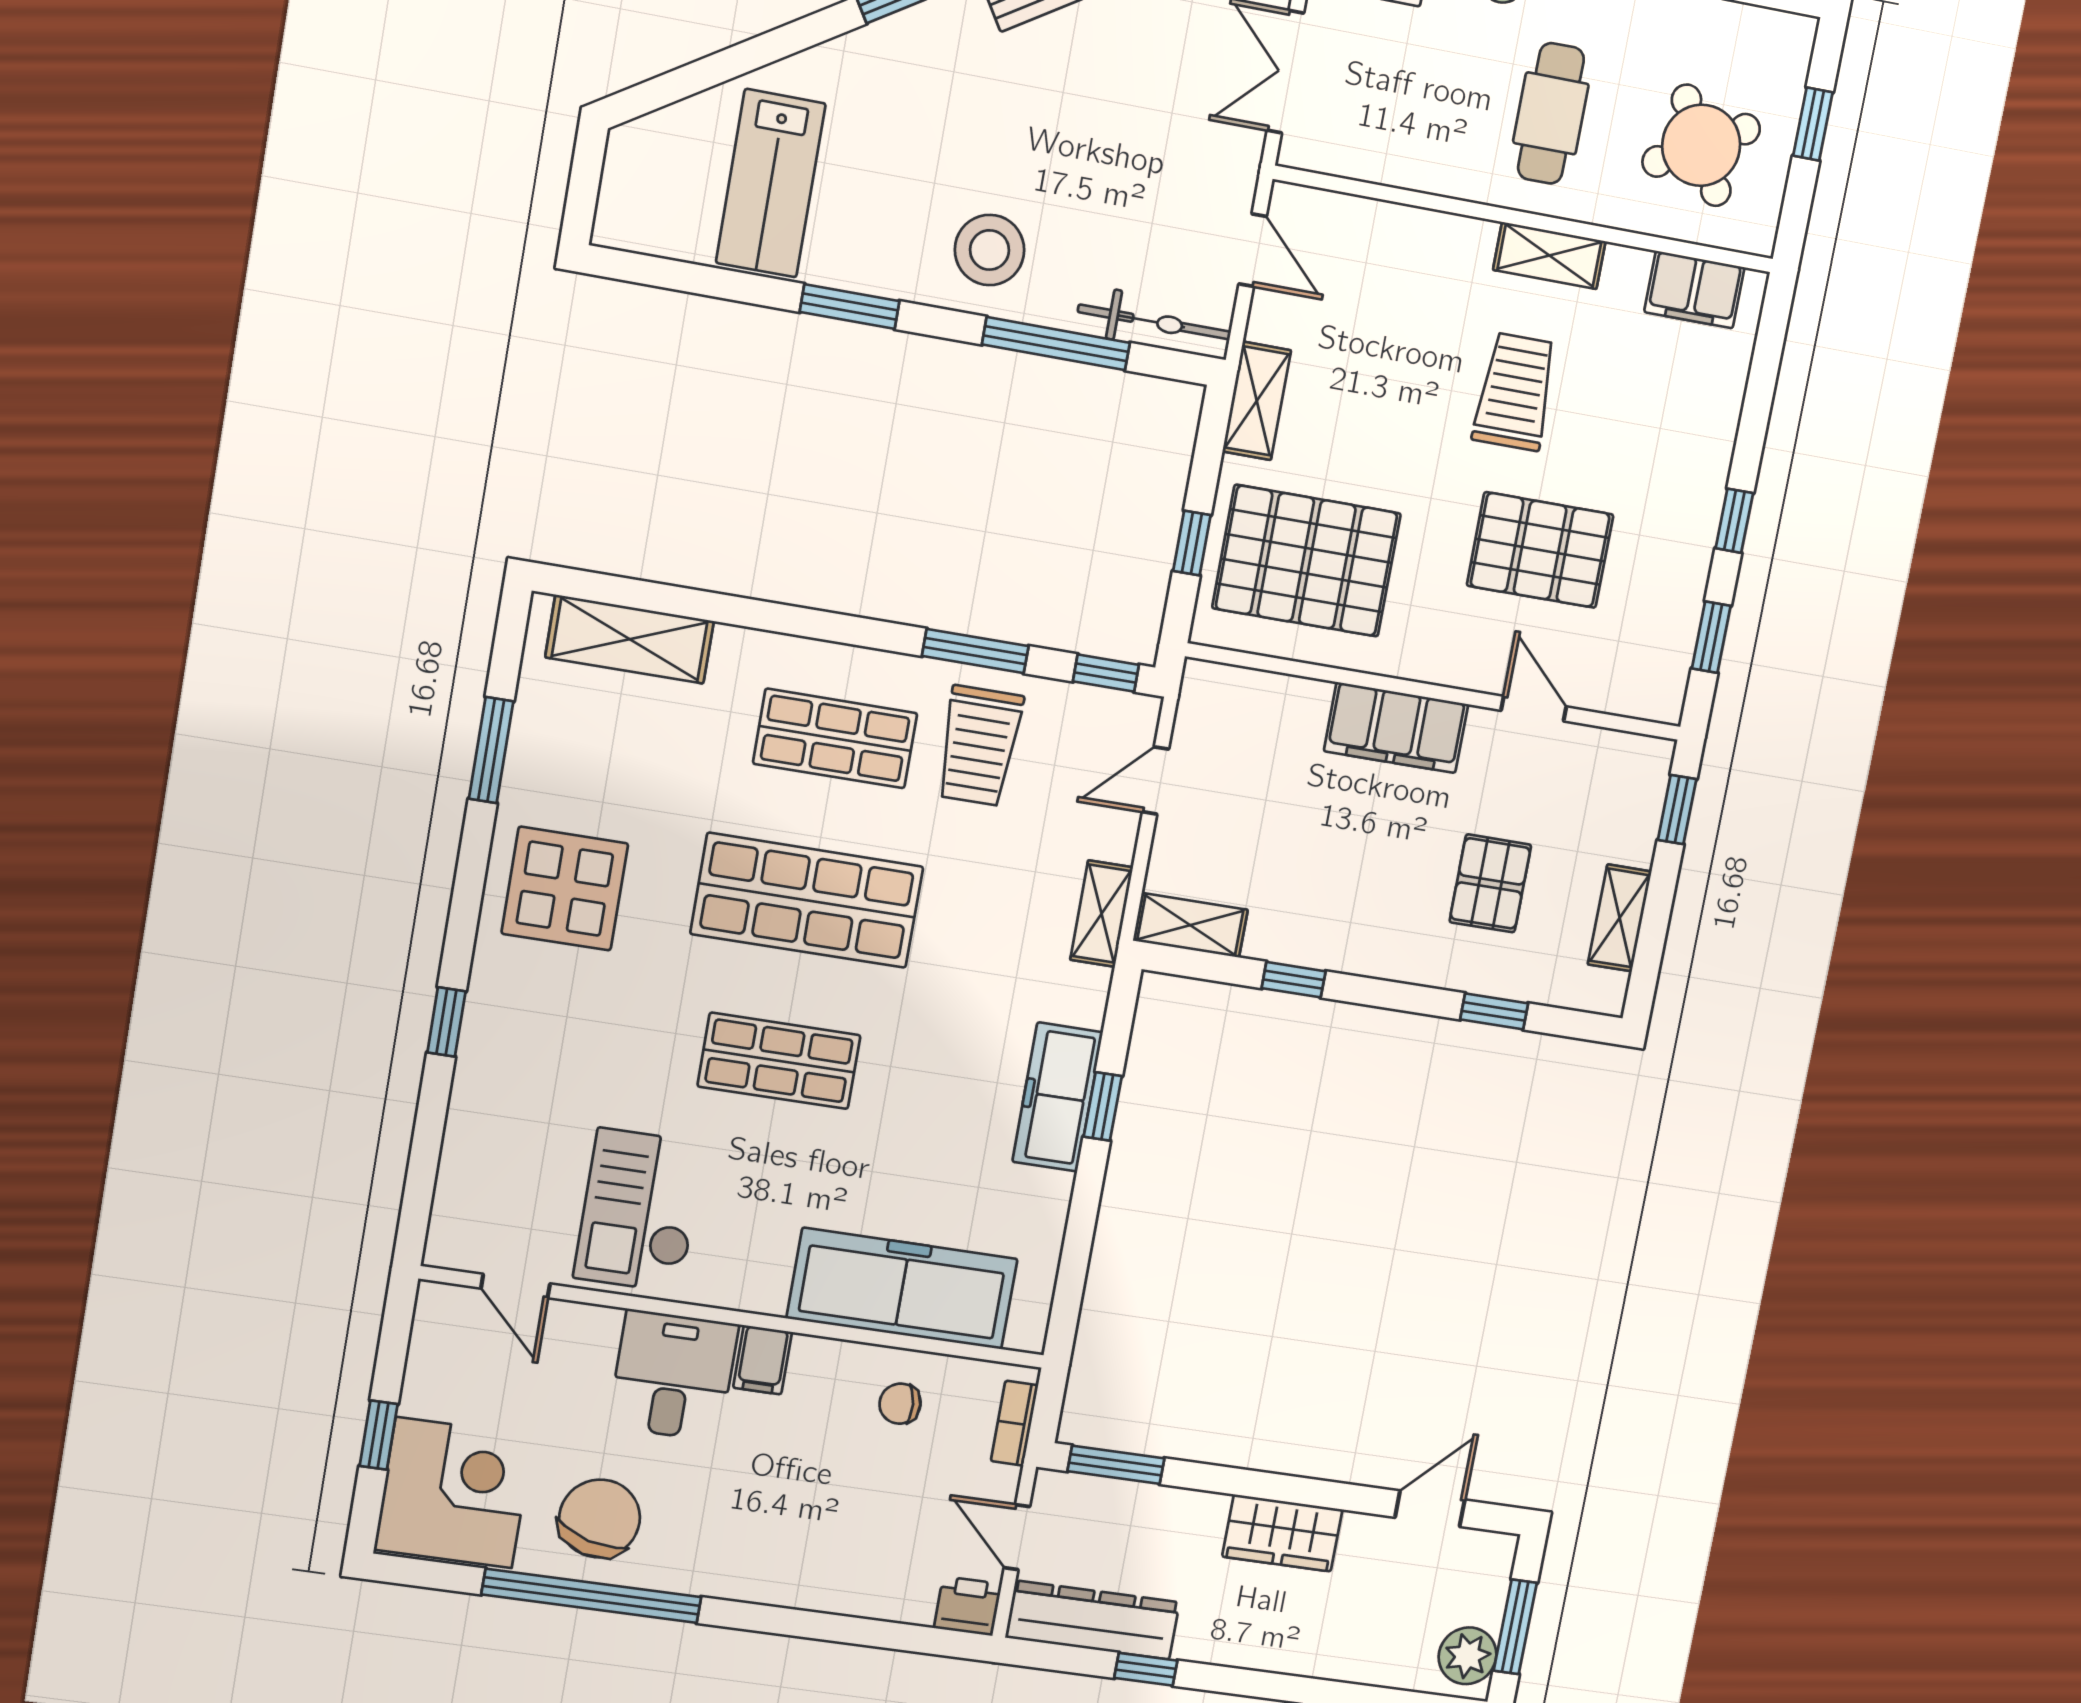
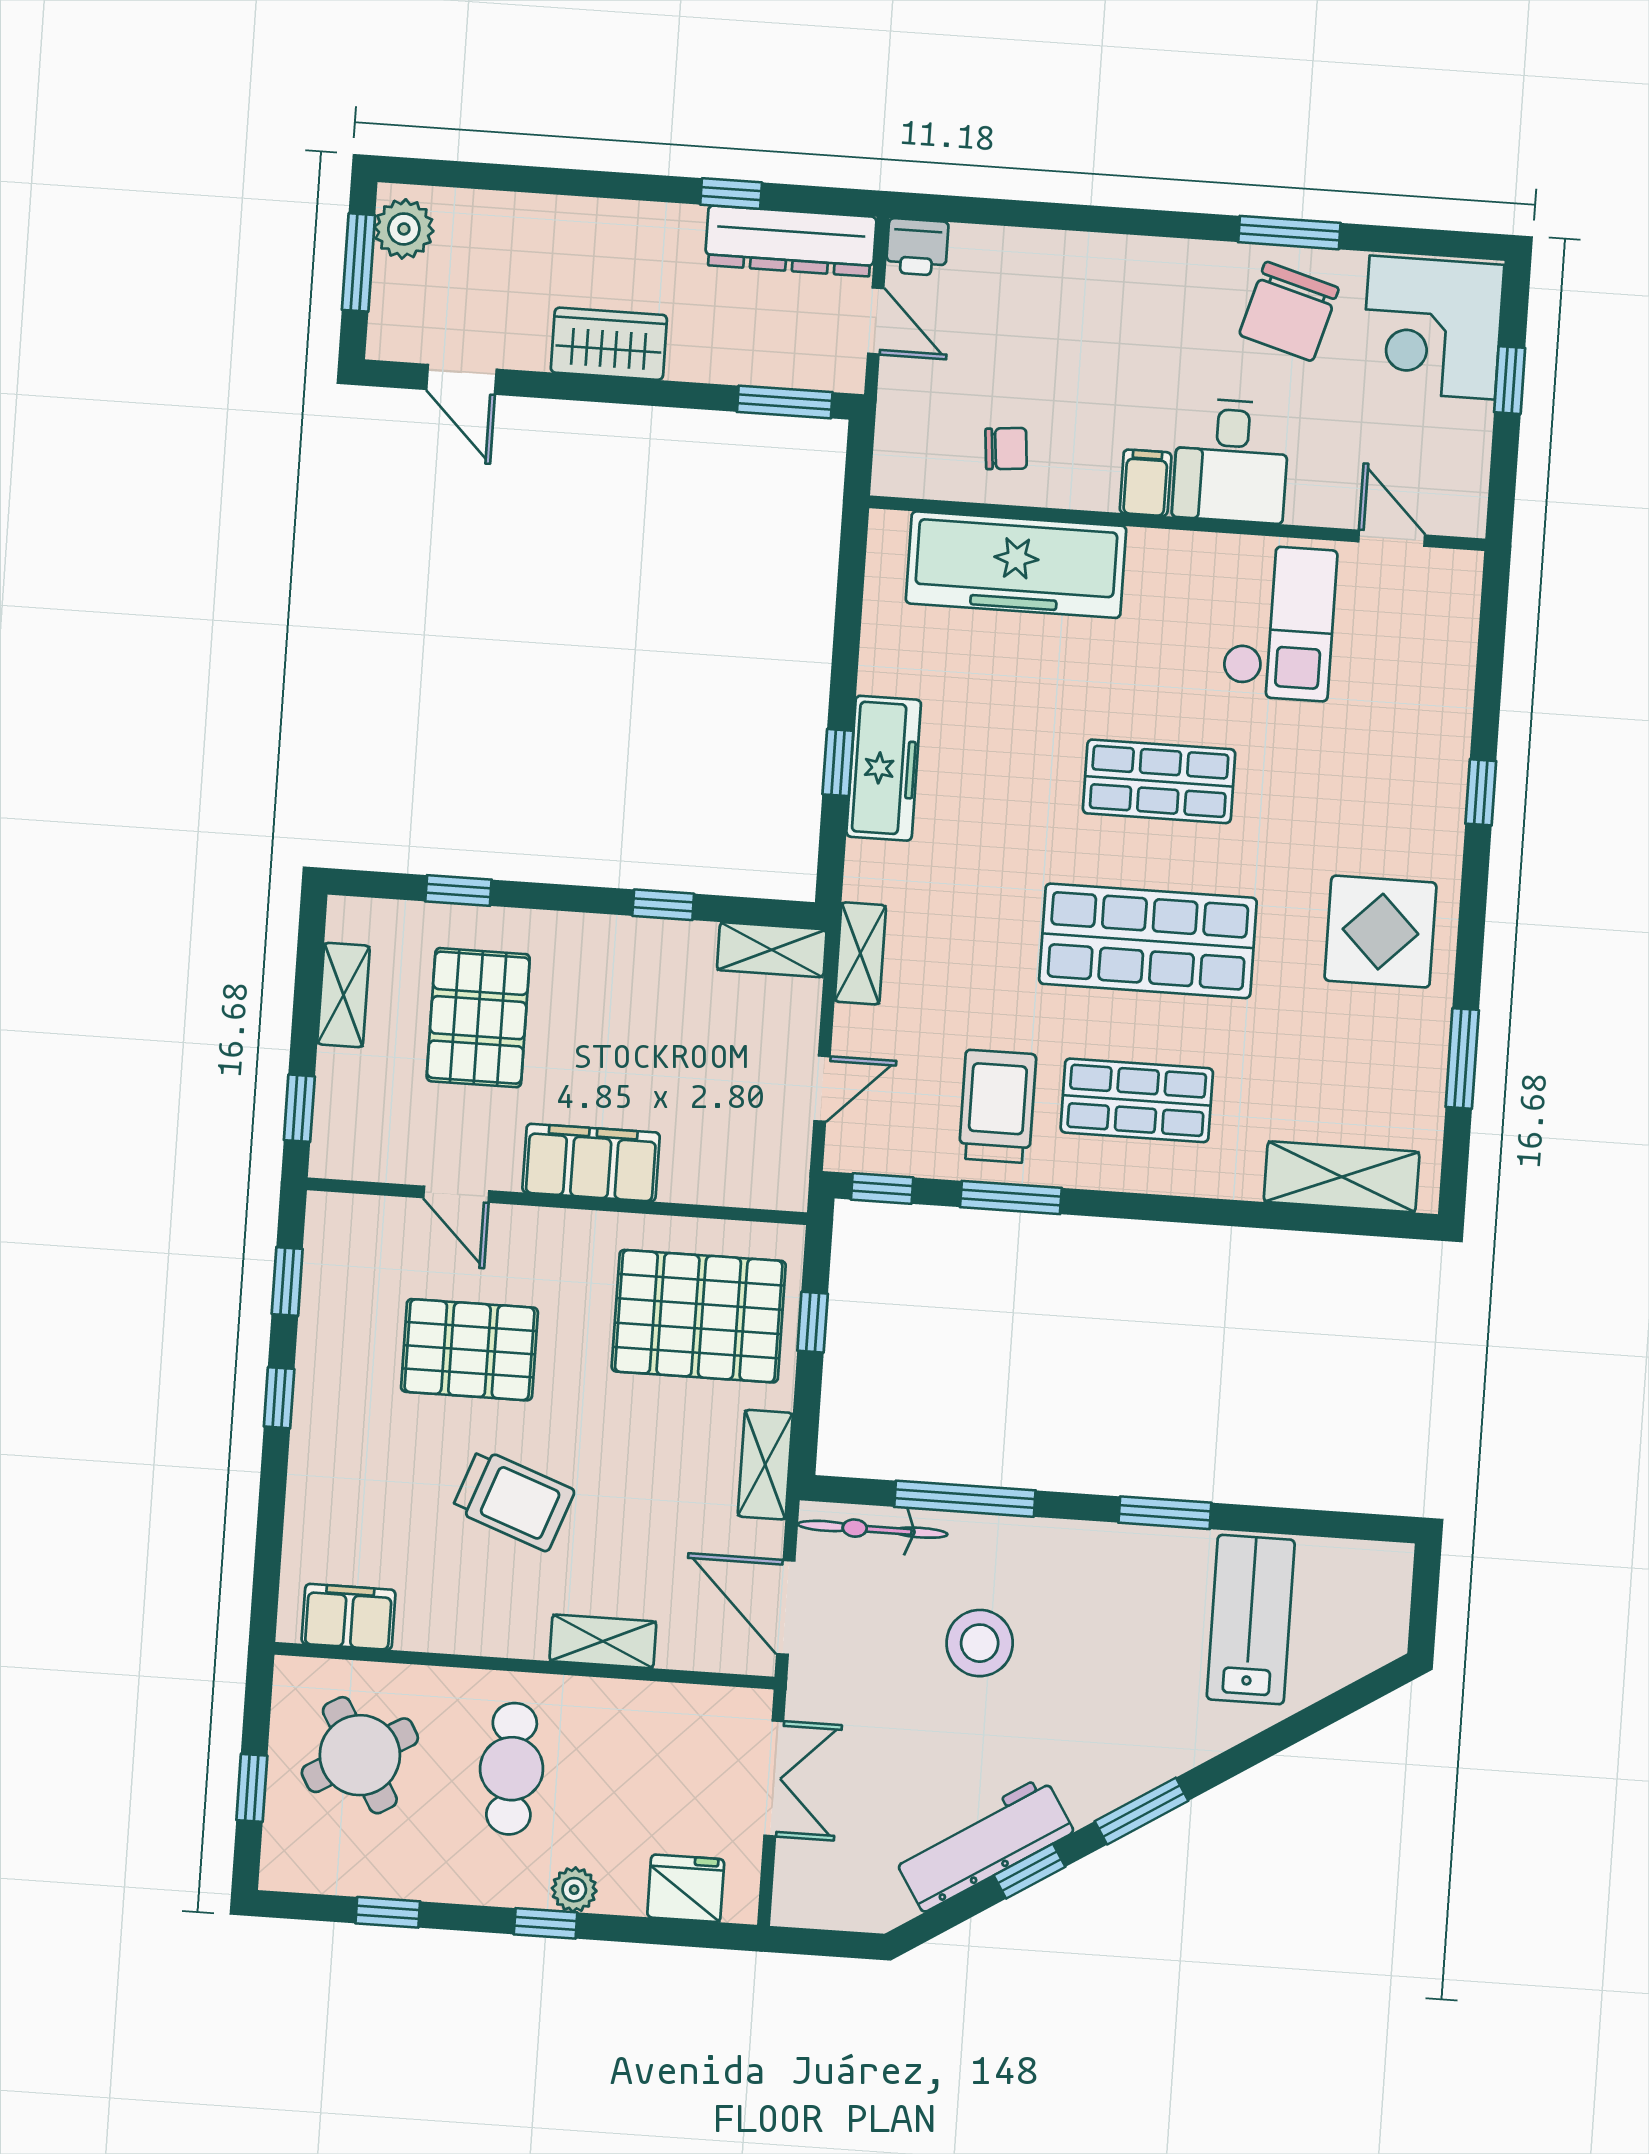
stool: (990, 250) -> (980, 1643), moved
door: (1253, 250) -> (786, 1607), width x1.38
shelving: (1549, 256) -> (603, 1641), moved
trolley: (1515, 392) -> (513, 1500), turned -70
pallet: (1490, 883) -> (478, 1018), width x1.50, depth x1.42
bookcase: (1015, 1423) -> (891, 437), removed
door: (1430, 1509) -> (461, 379), hinge flipped
window: (592, 1596) -> (1289, 233), width x0.47

